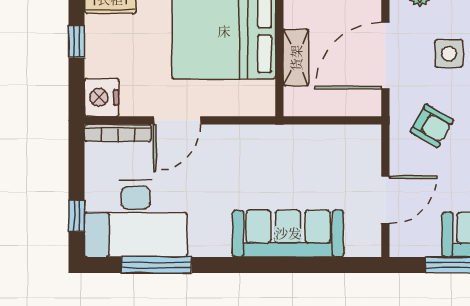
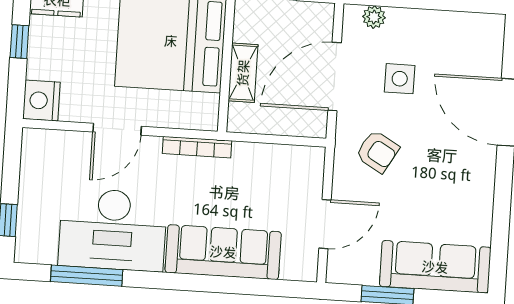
bookcase: (118, 133) -> (197, 147), moved
desk: (136, 219) -> (113, 230), moved

